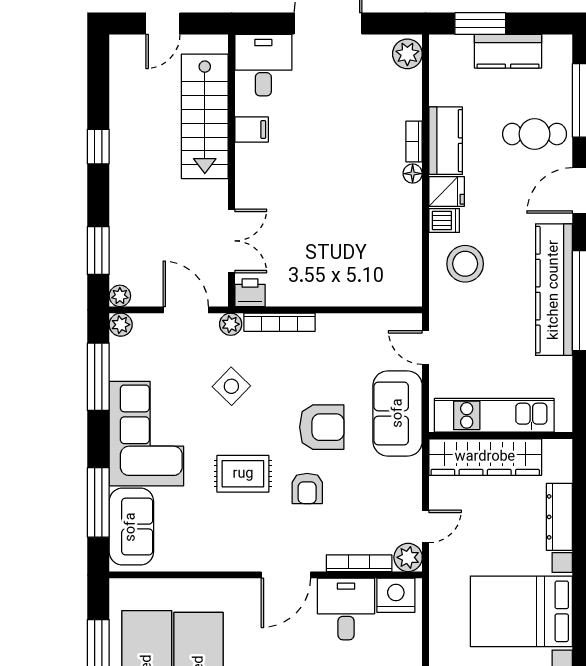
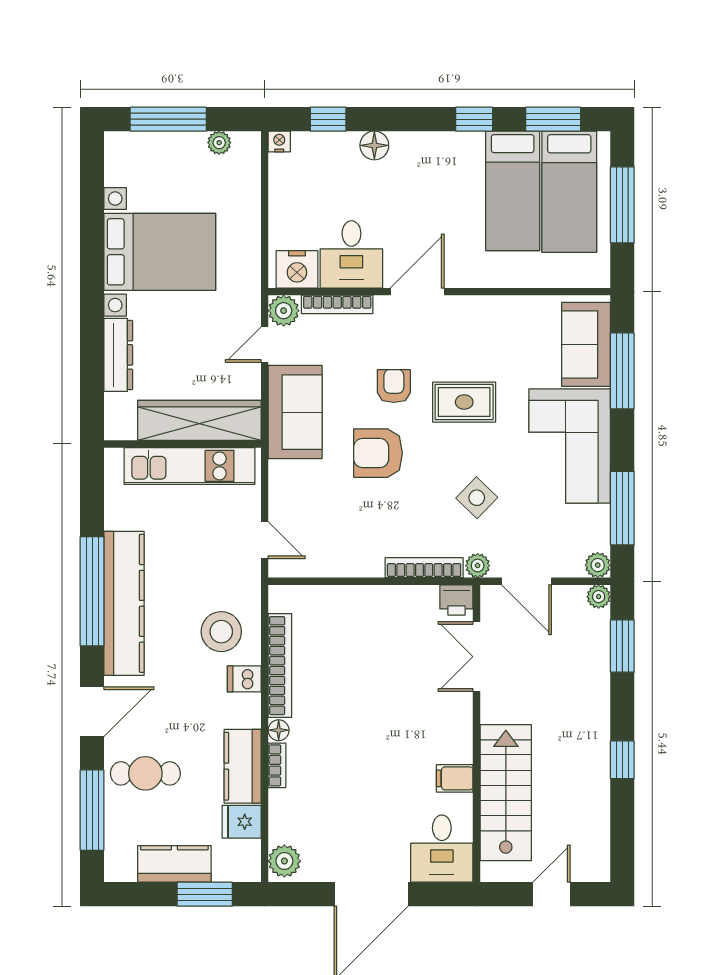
fridge: (447, 191) -> (242, 822), moved
bookcase: (411, 233) -> (280, 666), added
sofa: (398, 413) -> (295, 412), moved

